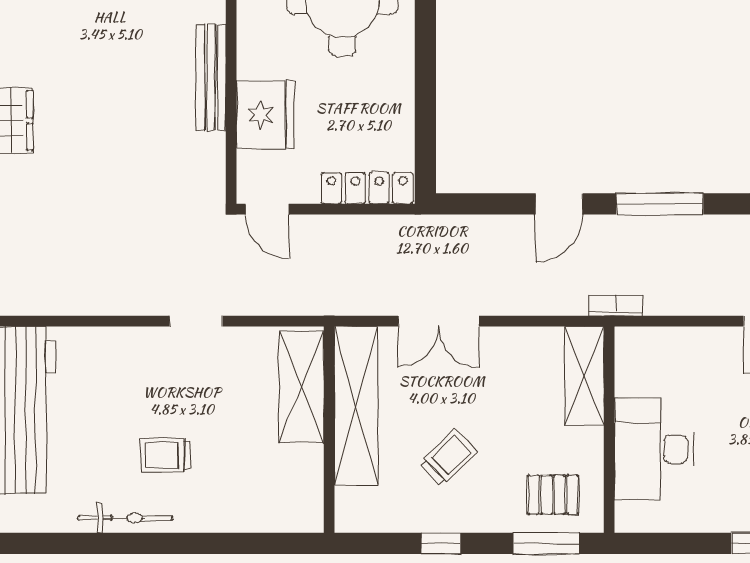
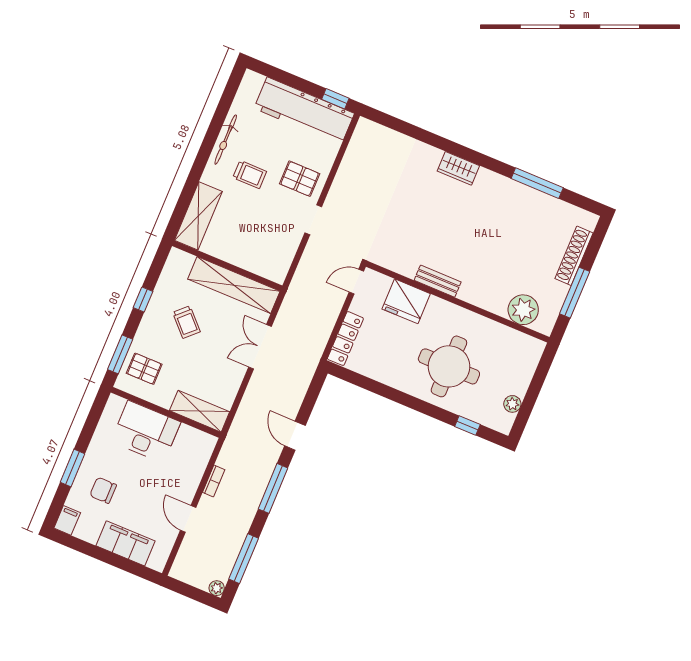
bench: (211, 77) -> (438, 281), width x0.73
bookcase: (616, 305) -> (214, 481), moved
pallet: (139, 371) -> (300, 179), added
shelving: (301, 387) -> (198, 216), moved, turned 90
trolley: (166, 455) -> (250, 174), turned 90
pallet: (553, 495) -> (144, 369), turned 90

